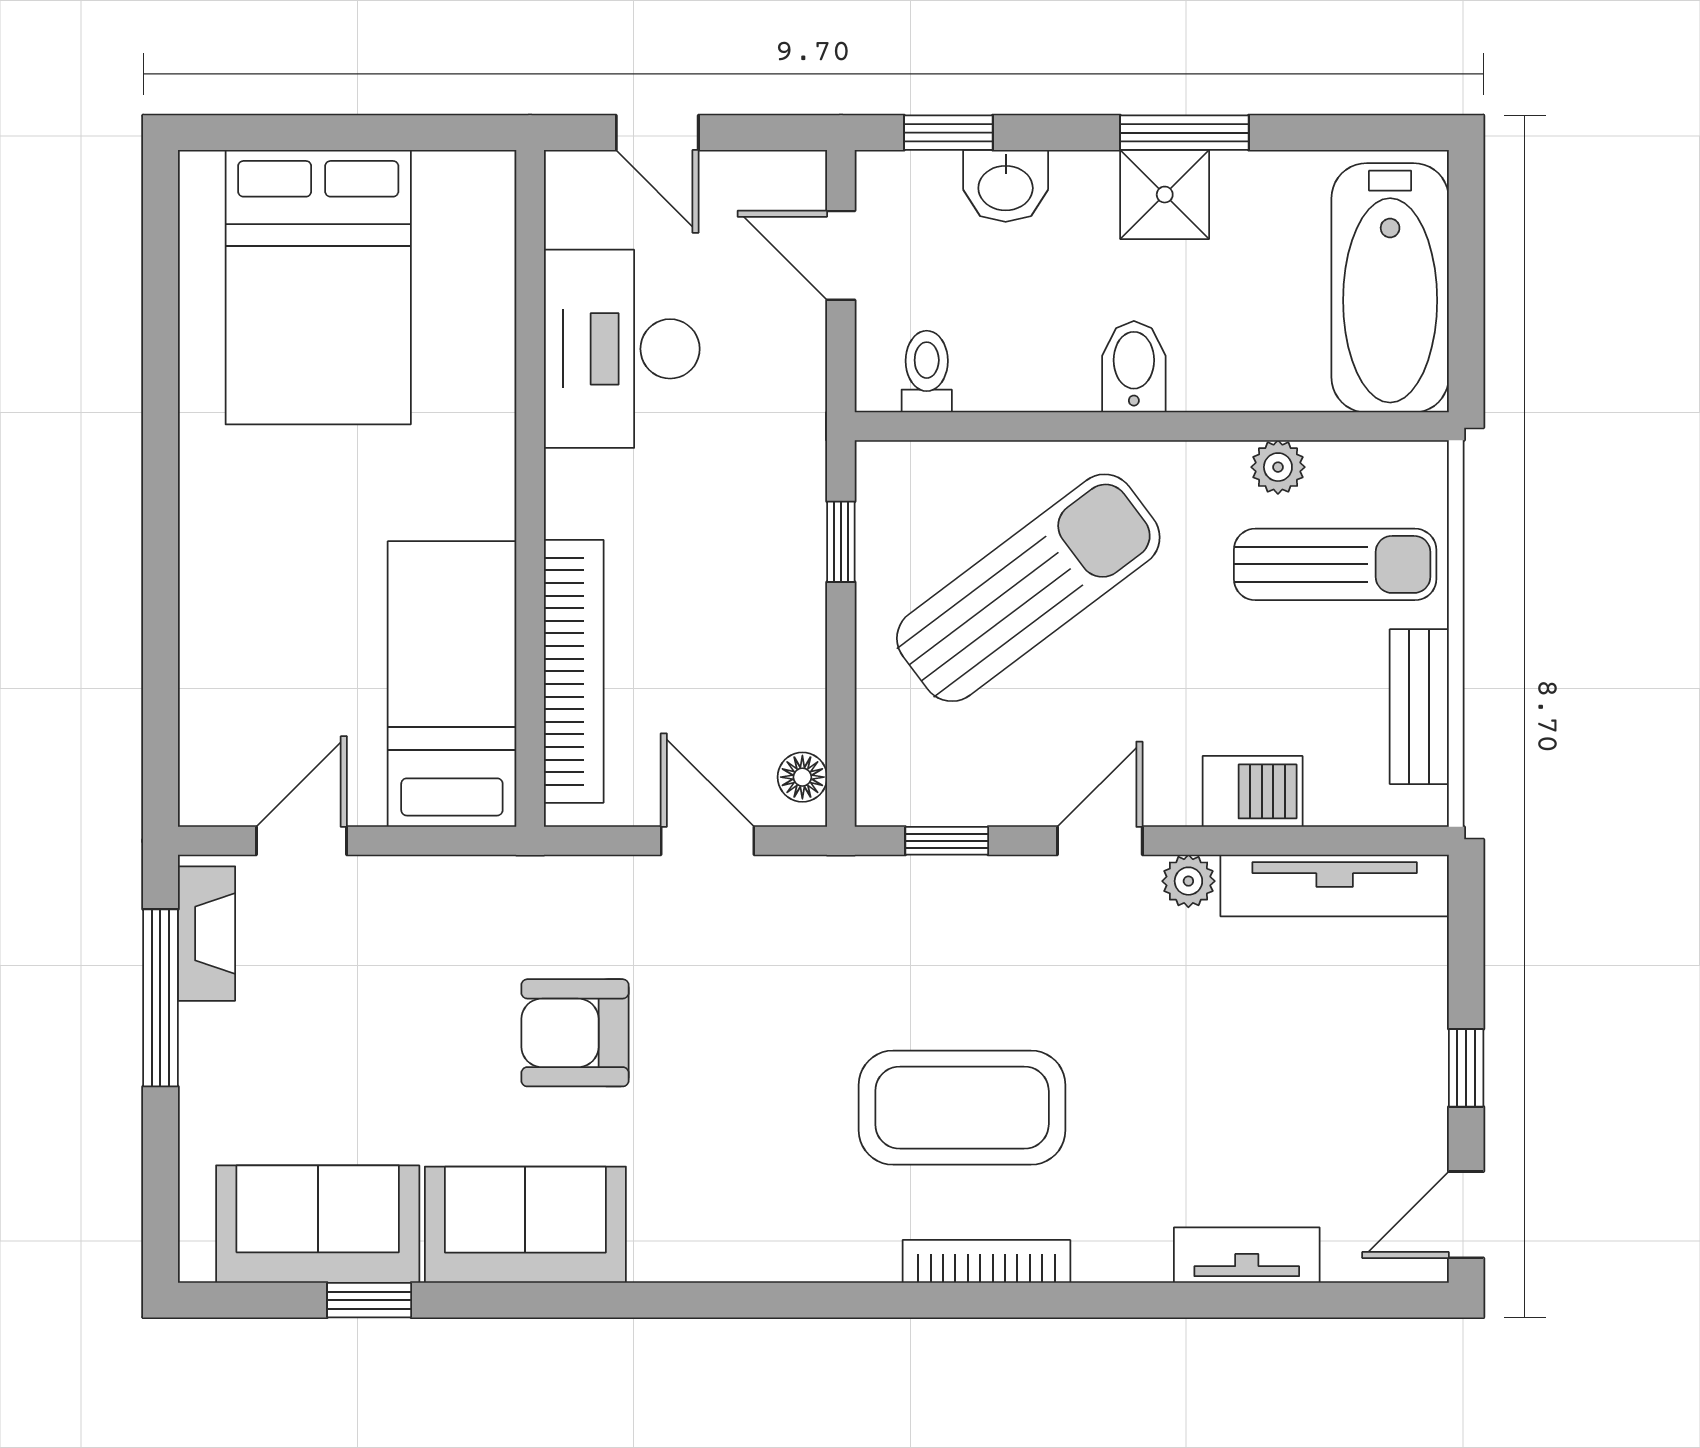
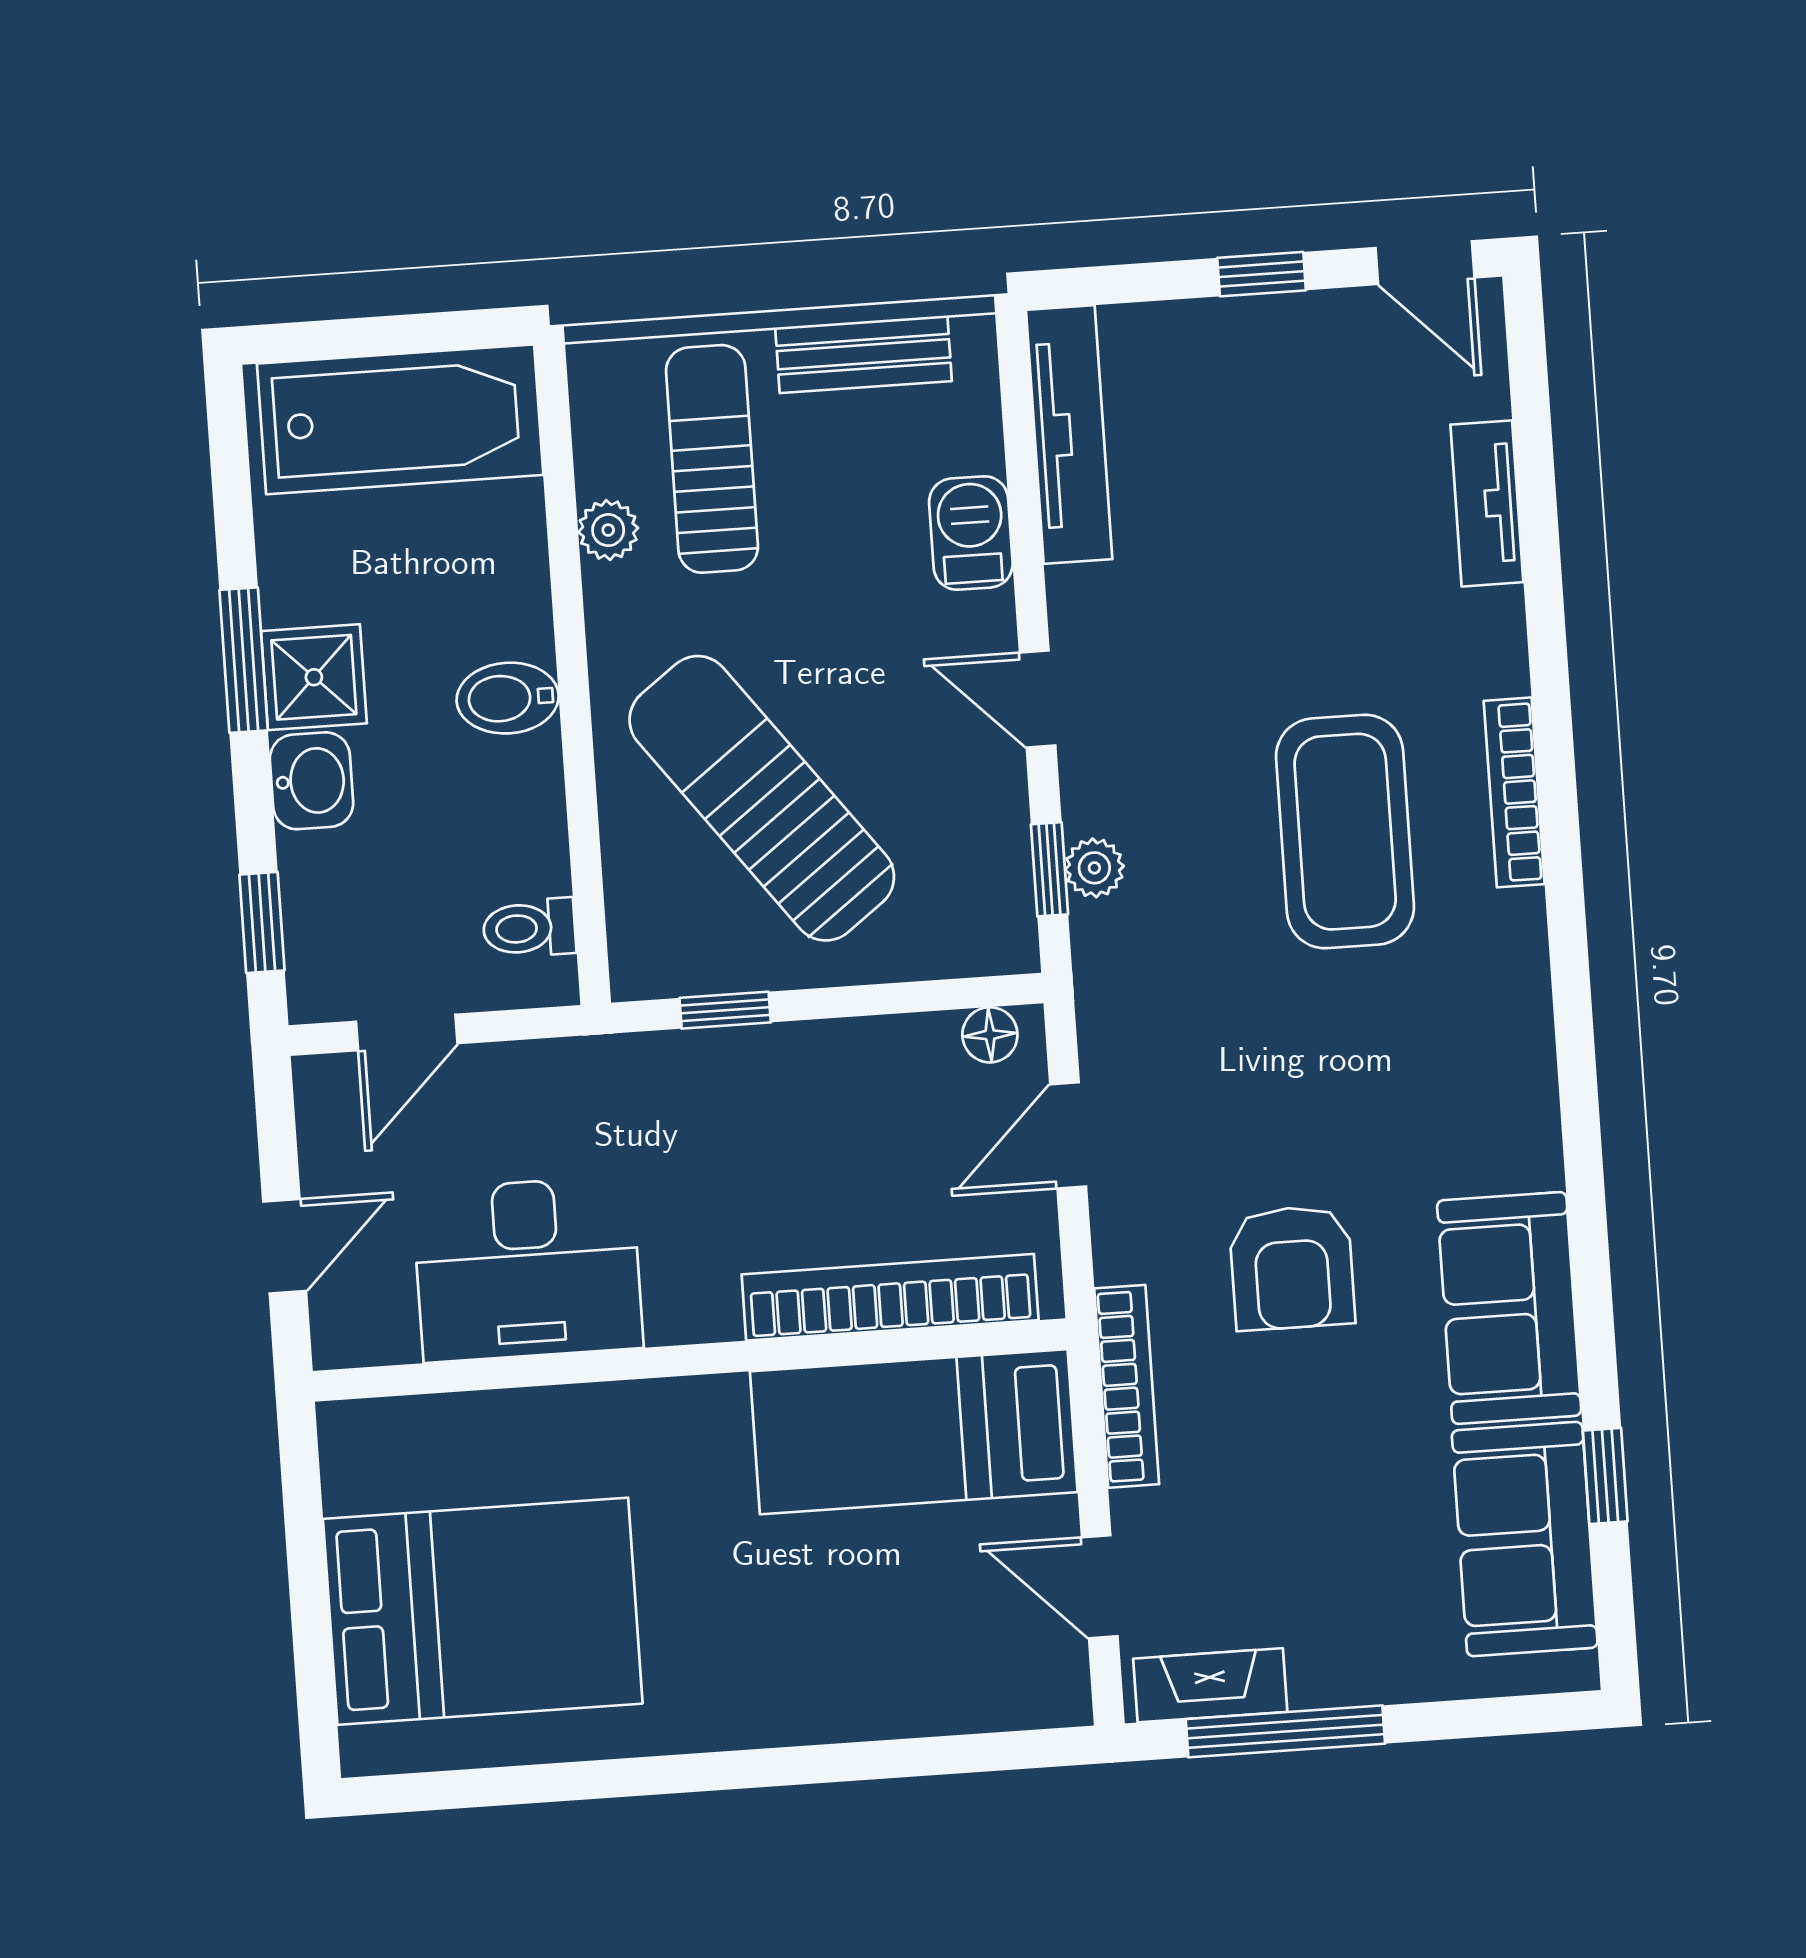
washbasin: (1006, 186) -> (312, 781), moved
bookcase: (479, 878) -> (1127, 1386), added
plant: (1188, 881) -> (1094, 868), moved

